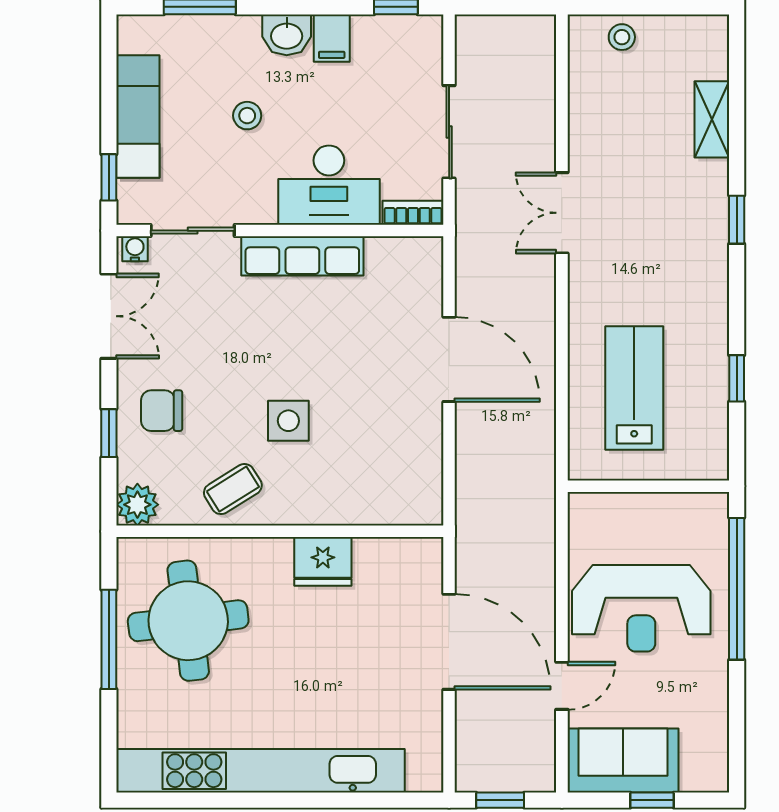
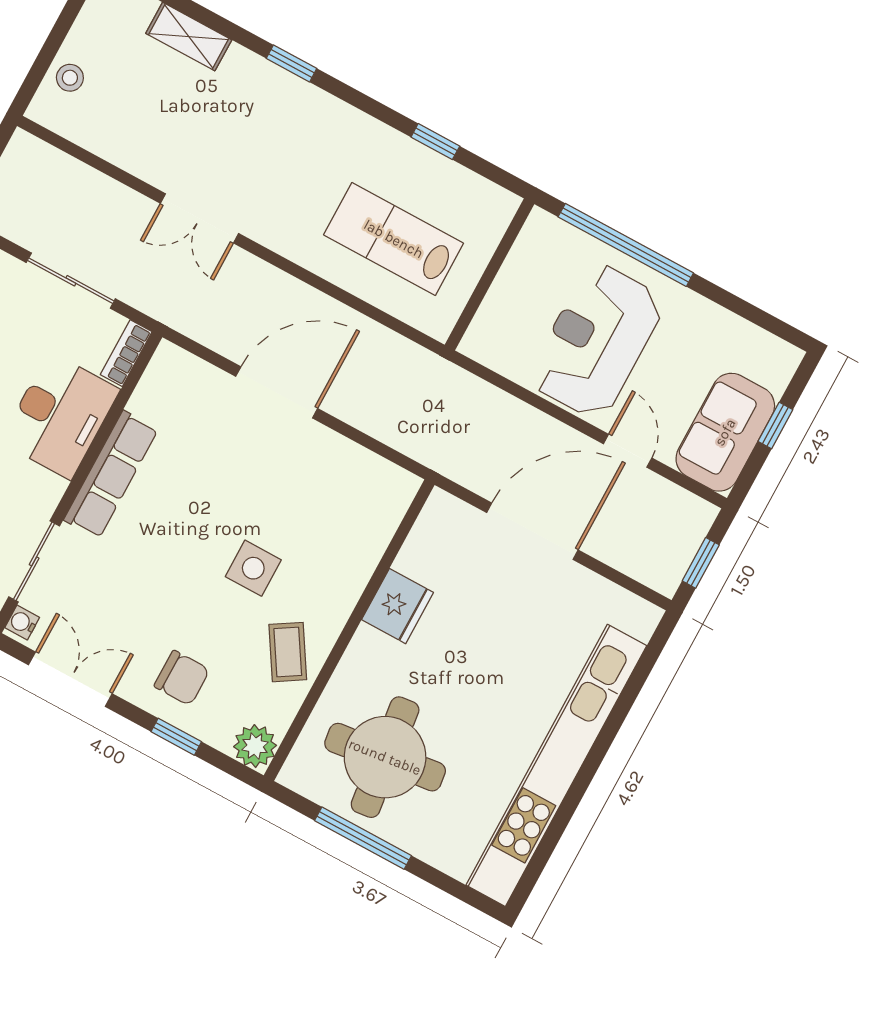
chair: (162, 411) -> (182, 678), turned -90
reception desk: (641, 608) -> (597, 341), turned 180

